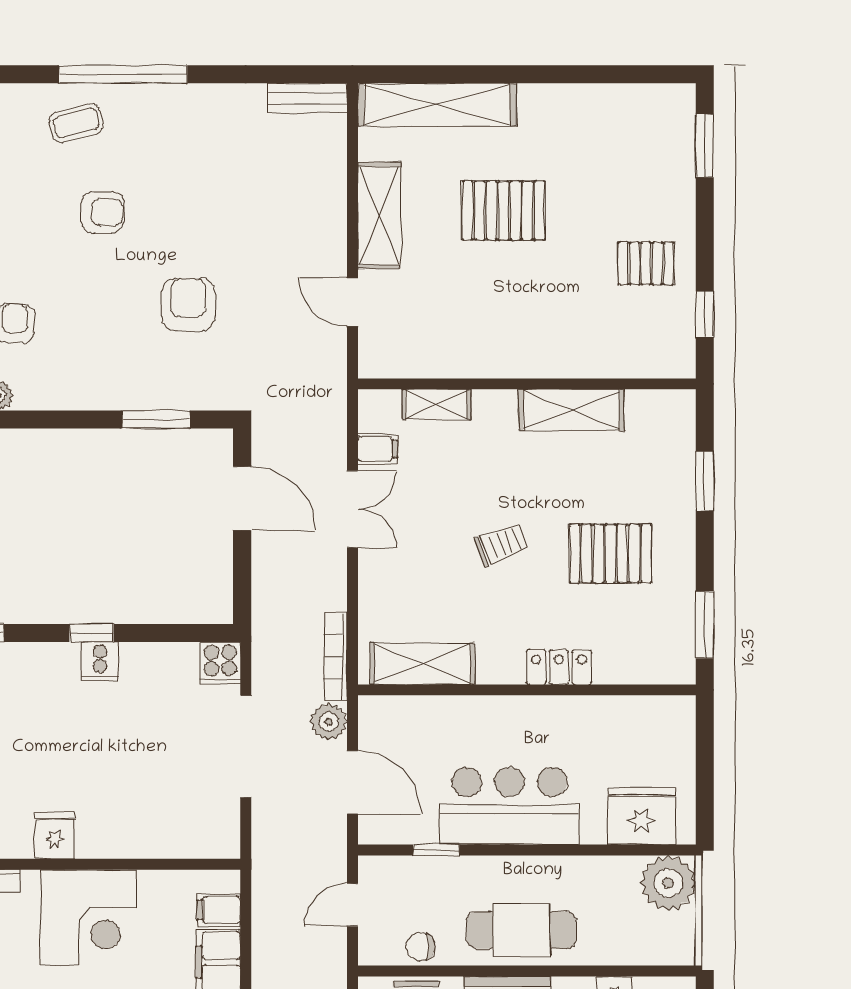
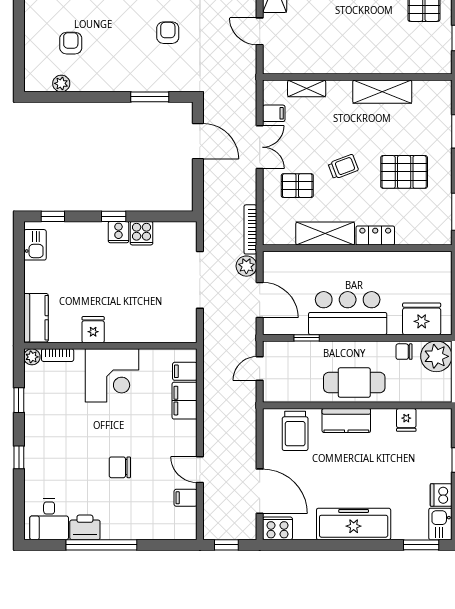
armchair: (188, 305) -> (168, 33), width x0.72, depth x0.72
pallet: (420, 578) -> (297, 186), added
cooker: (220, 663) -> (142, 233), moved
shelving: (423, 664) -> (325, 234), moved
chair: (420, 947) -> (404, 352), moved

